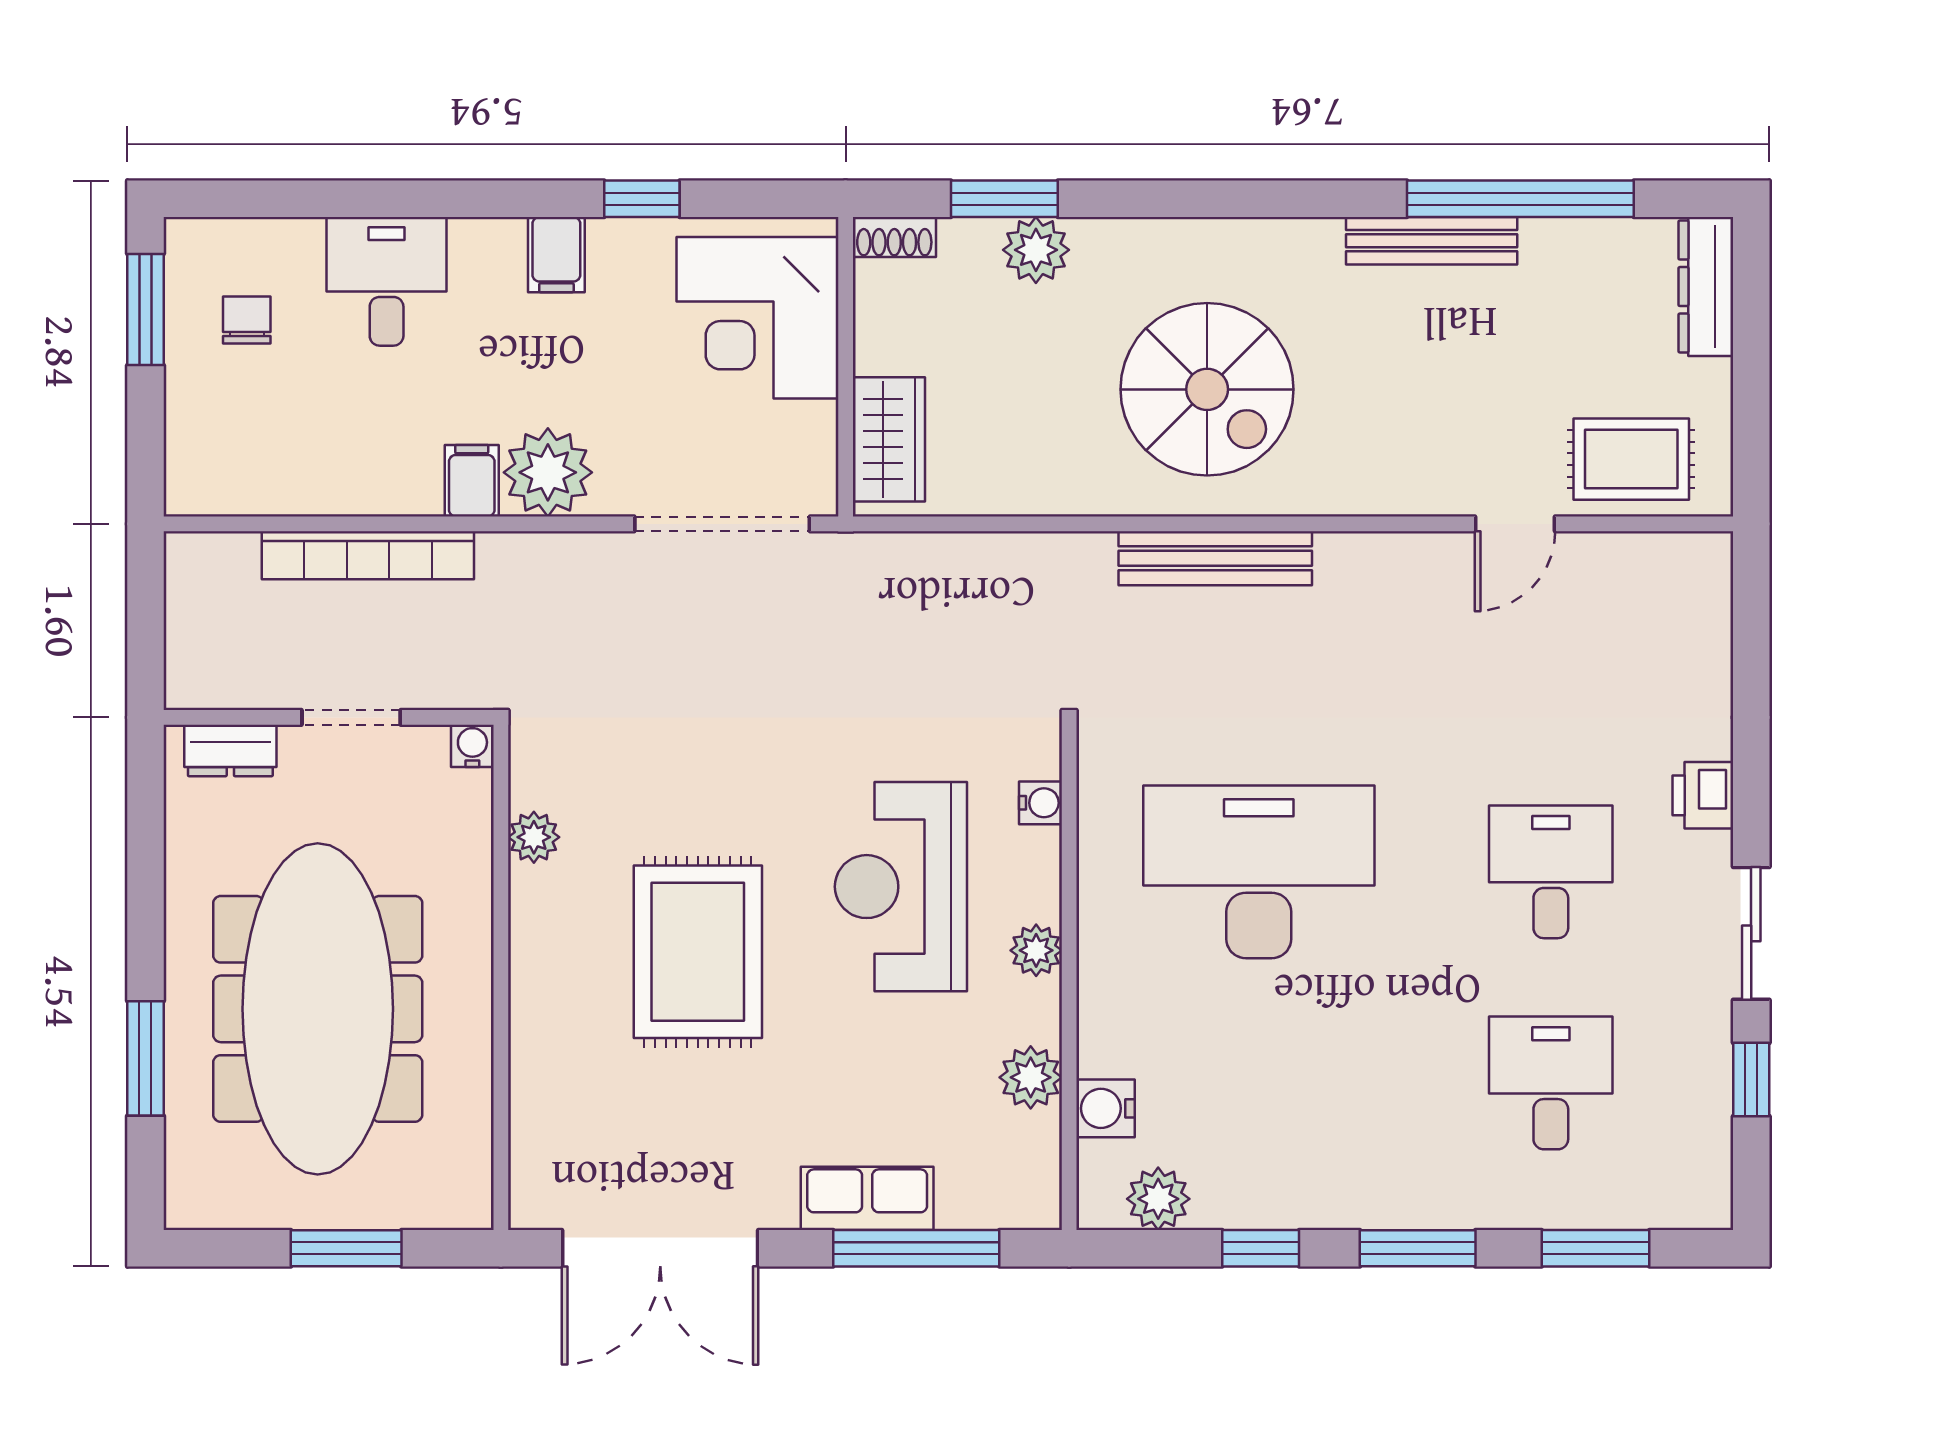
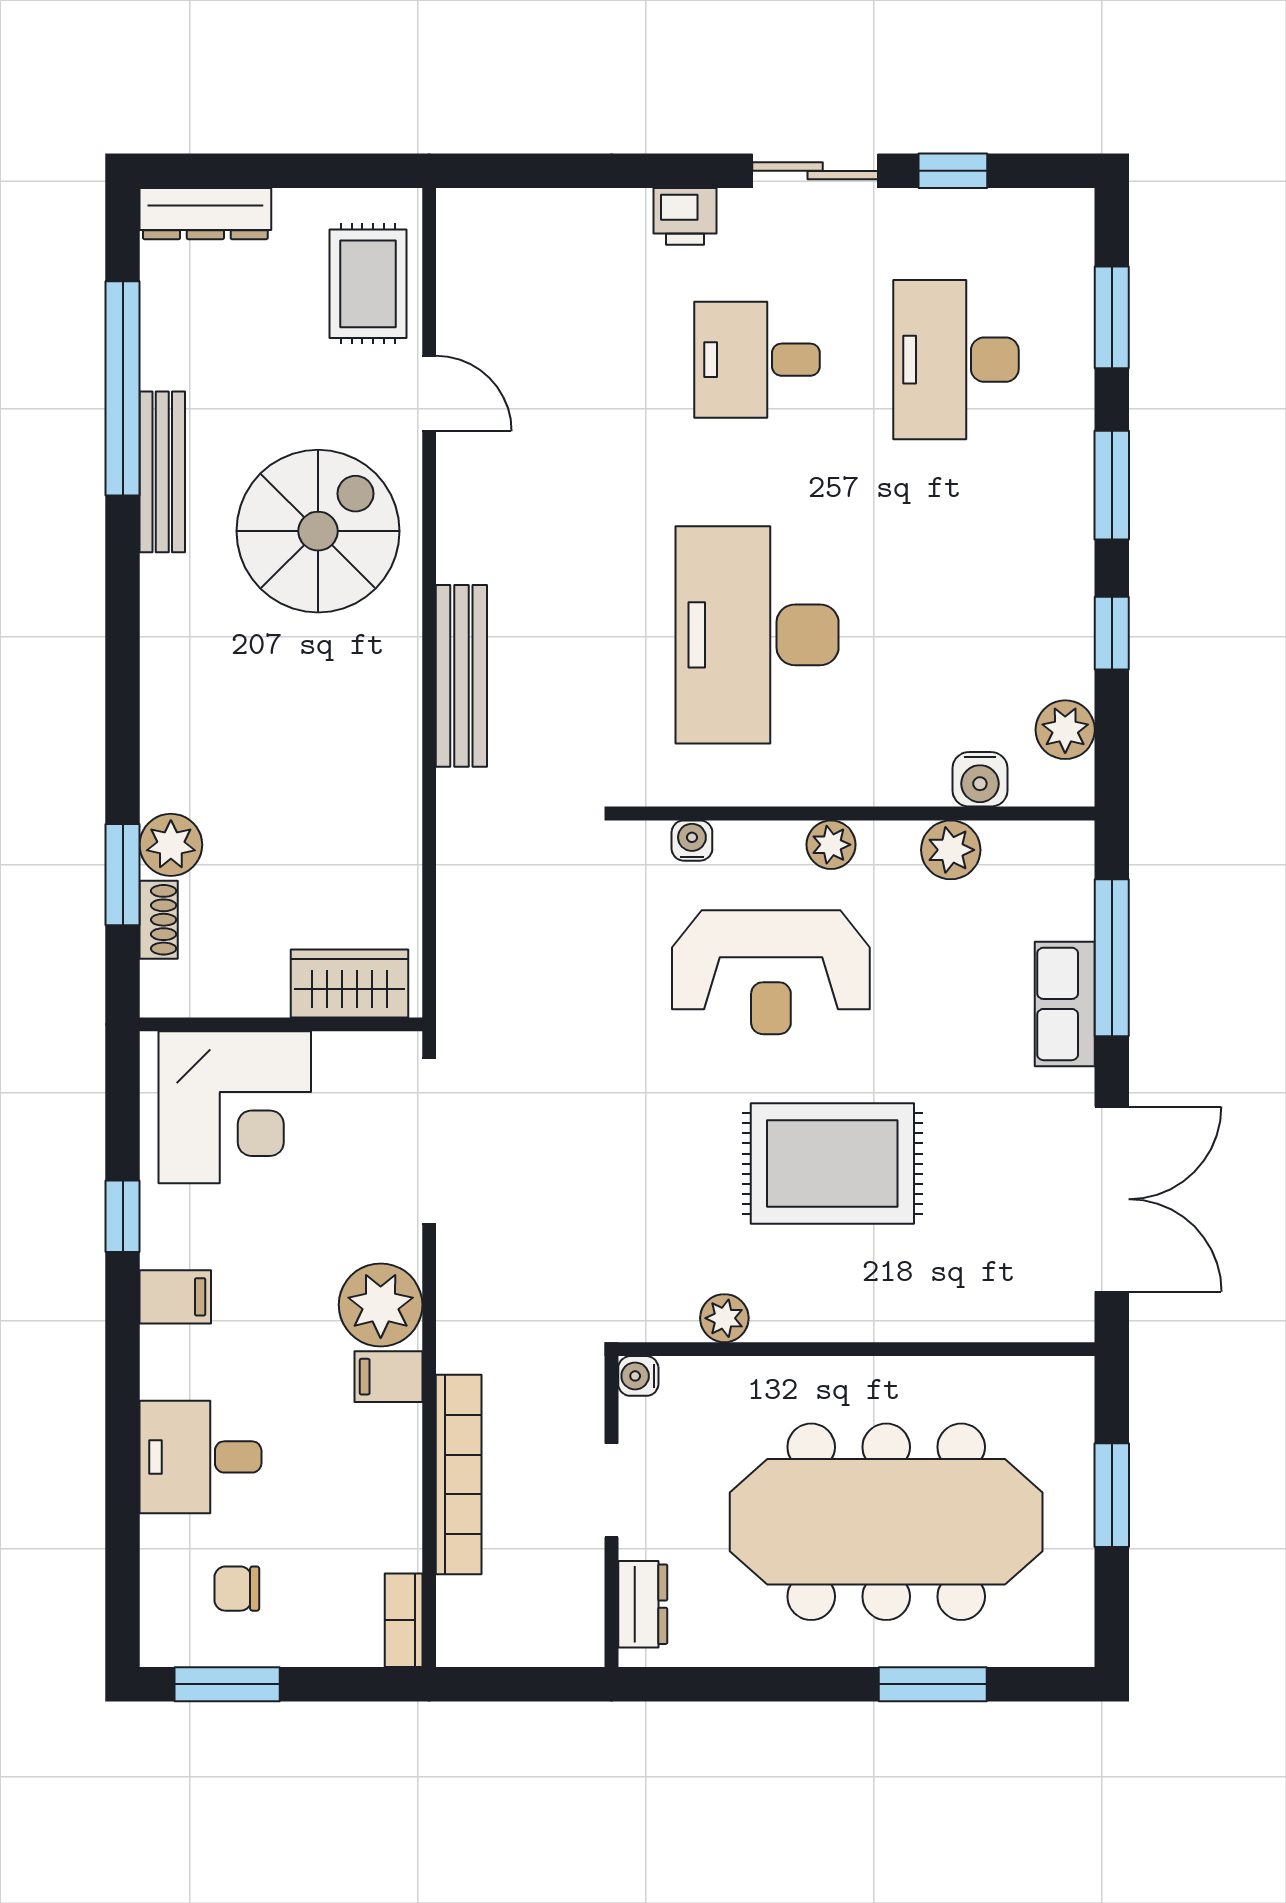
shoe rack: (894, 237) -> (159, 920), moved
spiral stairs: (1207, 389) -> (318, 531), moved
bookcase: (213, 497) -> (404, 1620), added
desk: (1551, 1083) -> (956, 360), width x1.37

